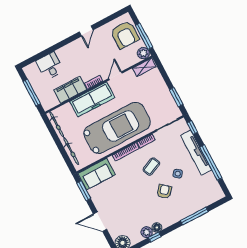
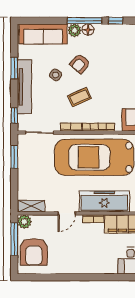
door: (86, 31) -> (72, 277), removed
armchair: (125, 35) -> (34, 252), turned 180
window: (211, 163) -> (14, 68), width x0.47
sofa: (203, 199) -> (43, 34), added
window: (194, 216) -> (85, 21), moved
floor lamp: (157, 227) -> (88, 30), moved
plant: (147, 232) -> (75, 30), moved

